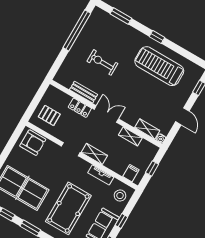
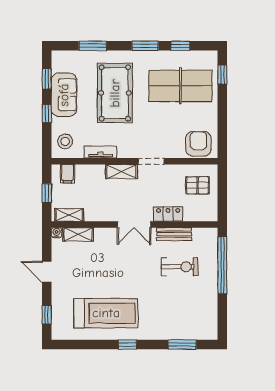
window: (77, 30) -> (222, 266), moved
exercise bike: (102, 62) -> (180, 267), moved
shelving: (130, 136) -> (69, 215), moved
armchair: (33, 143) -> (198, 144), turned 90

